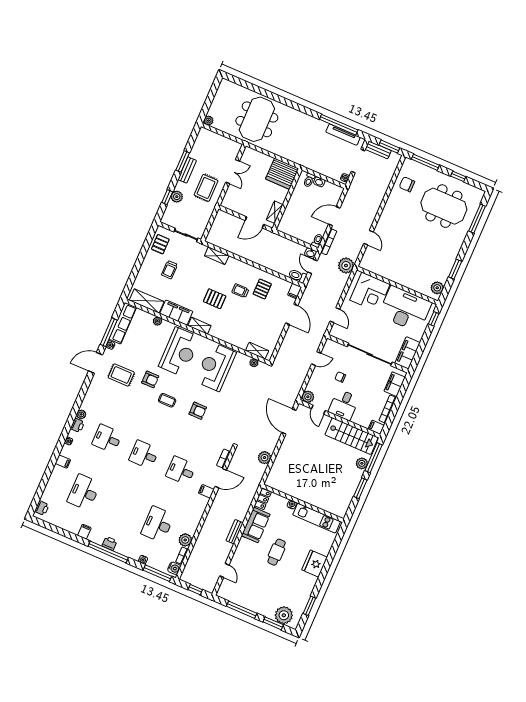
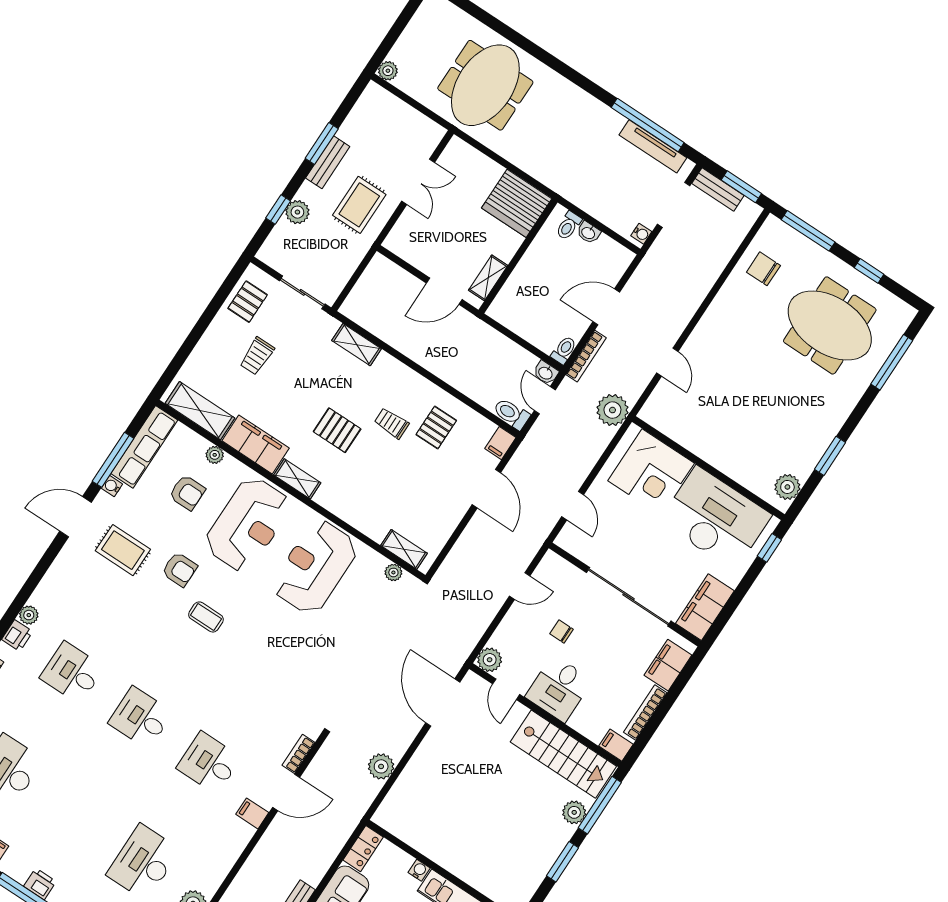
armchair: (198, 411) -> (187, 493), moved

